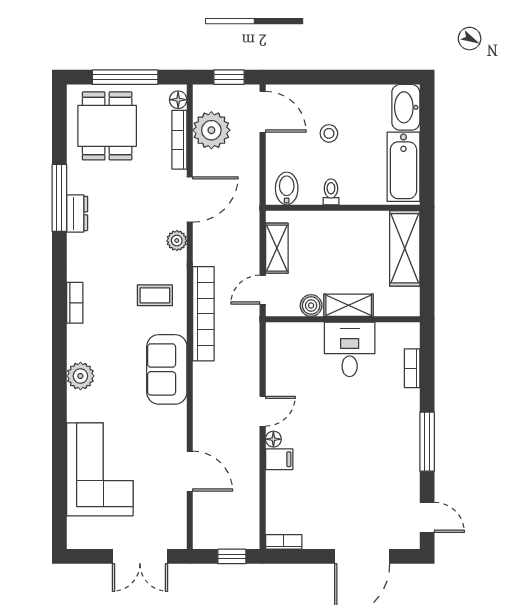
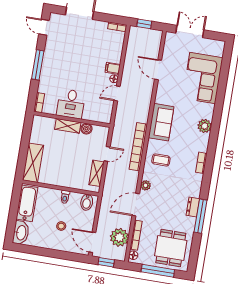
boiler: (311, 305) -> (86, 129), moved
shelving: (349, 305) -> (68, 126), moved
wall: (343, 319) -> (72, 119), moved
desk: (350, 349) -> (71, 104), moved

